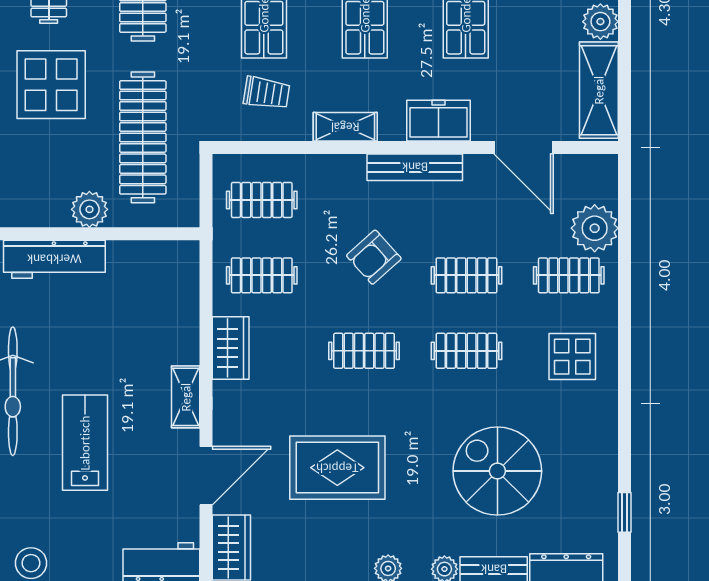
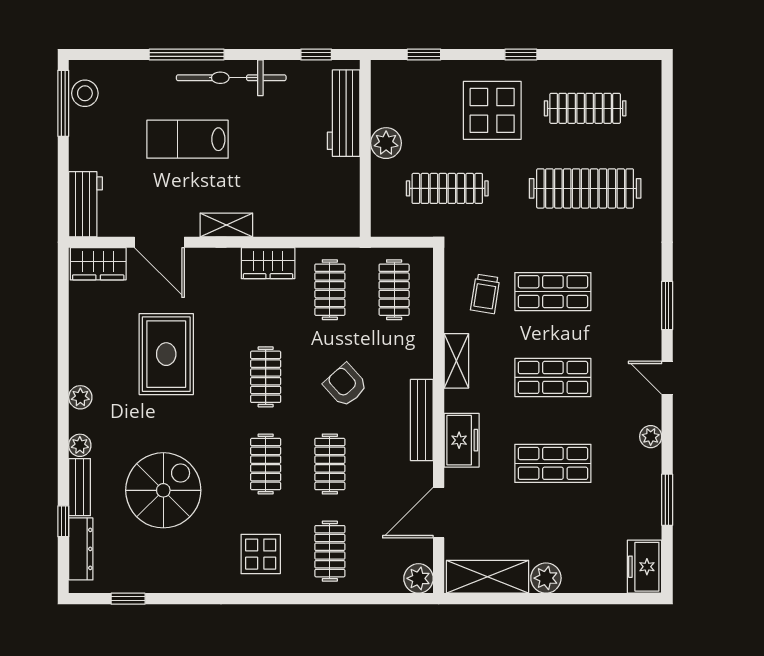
clothes rail: (143, 137) -> (447, 188), width x0.73, depth x0.76
plant: (595, 228) -> (419, 578), moved, width x0.73, depth x0.73
lab bench: (85, 443) -> (188, 139), turned 180

